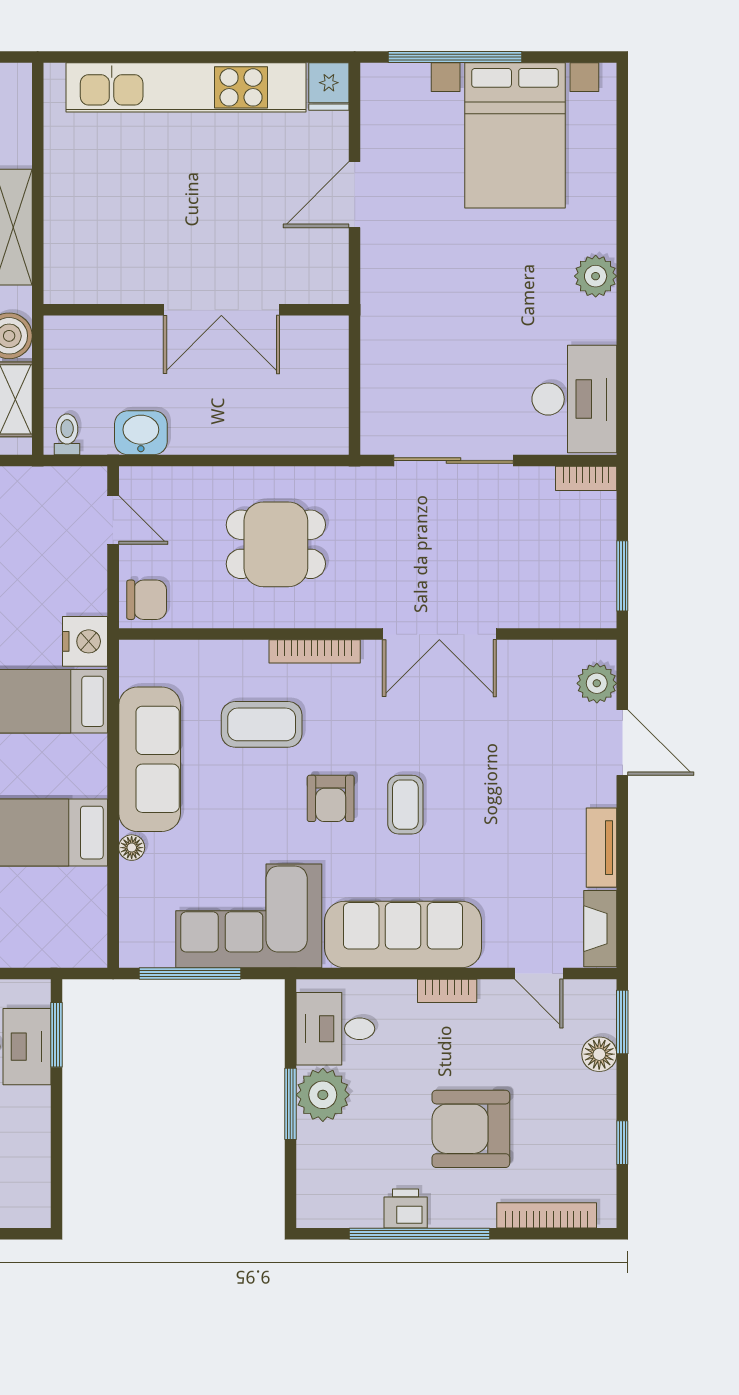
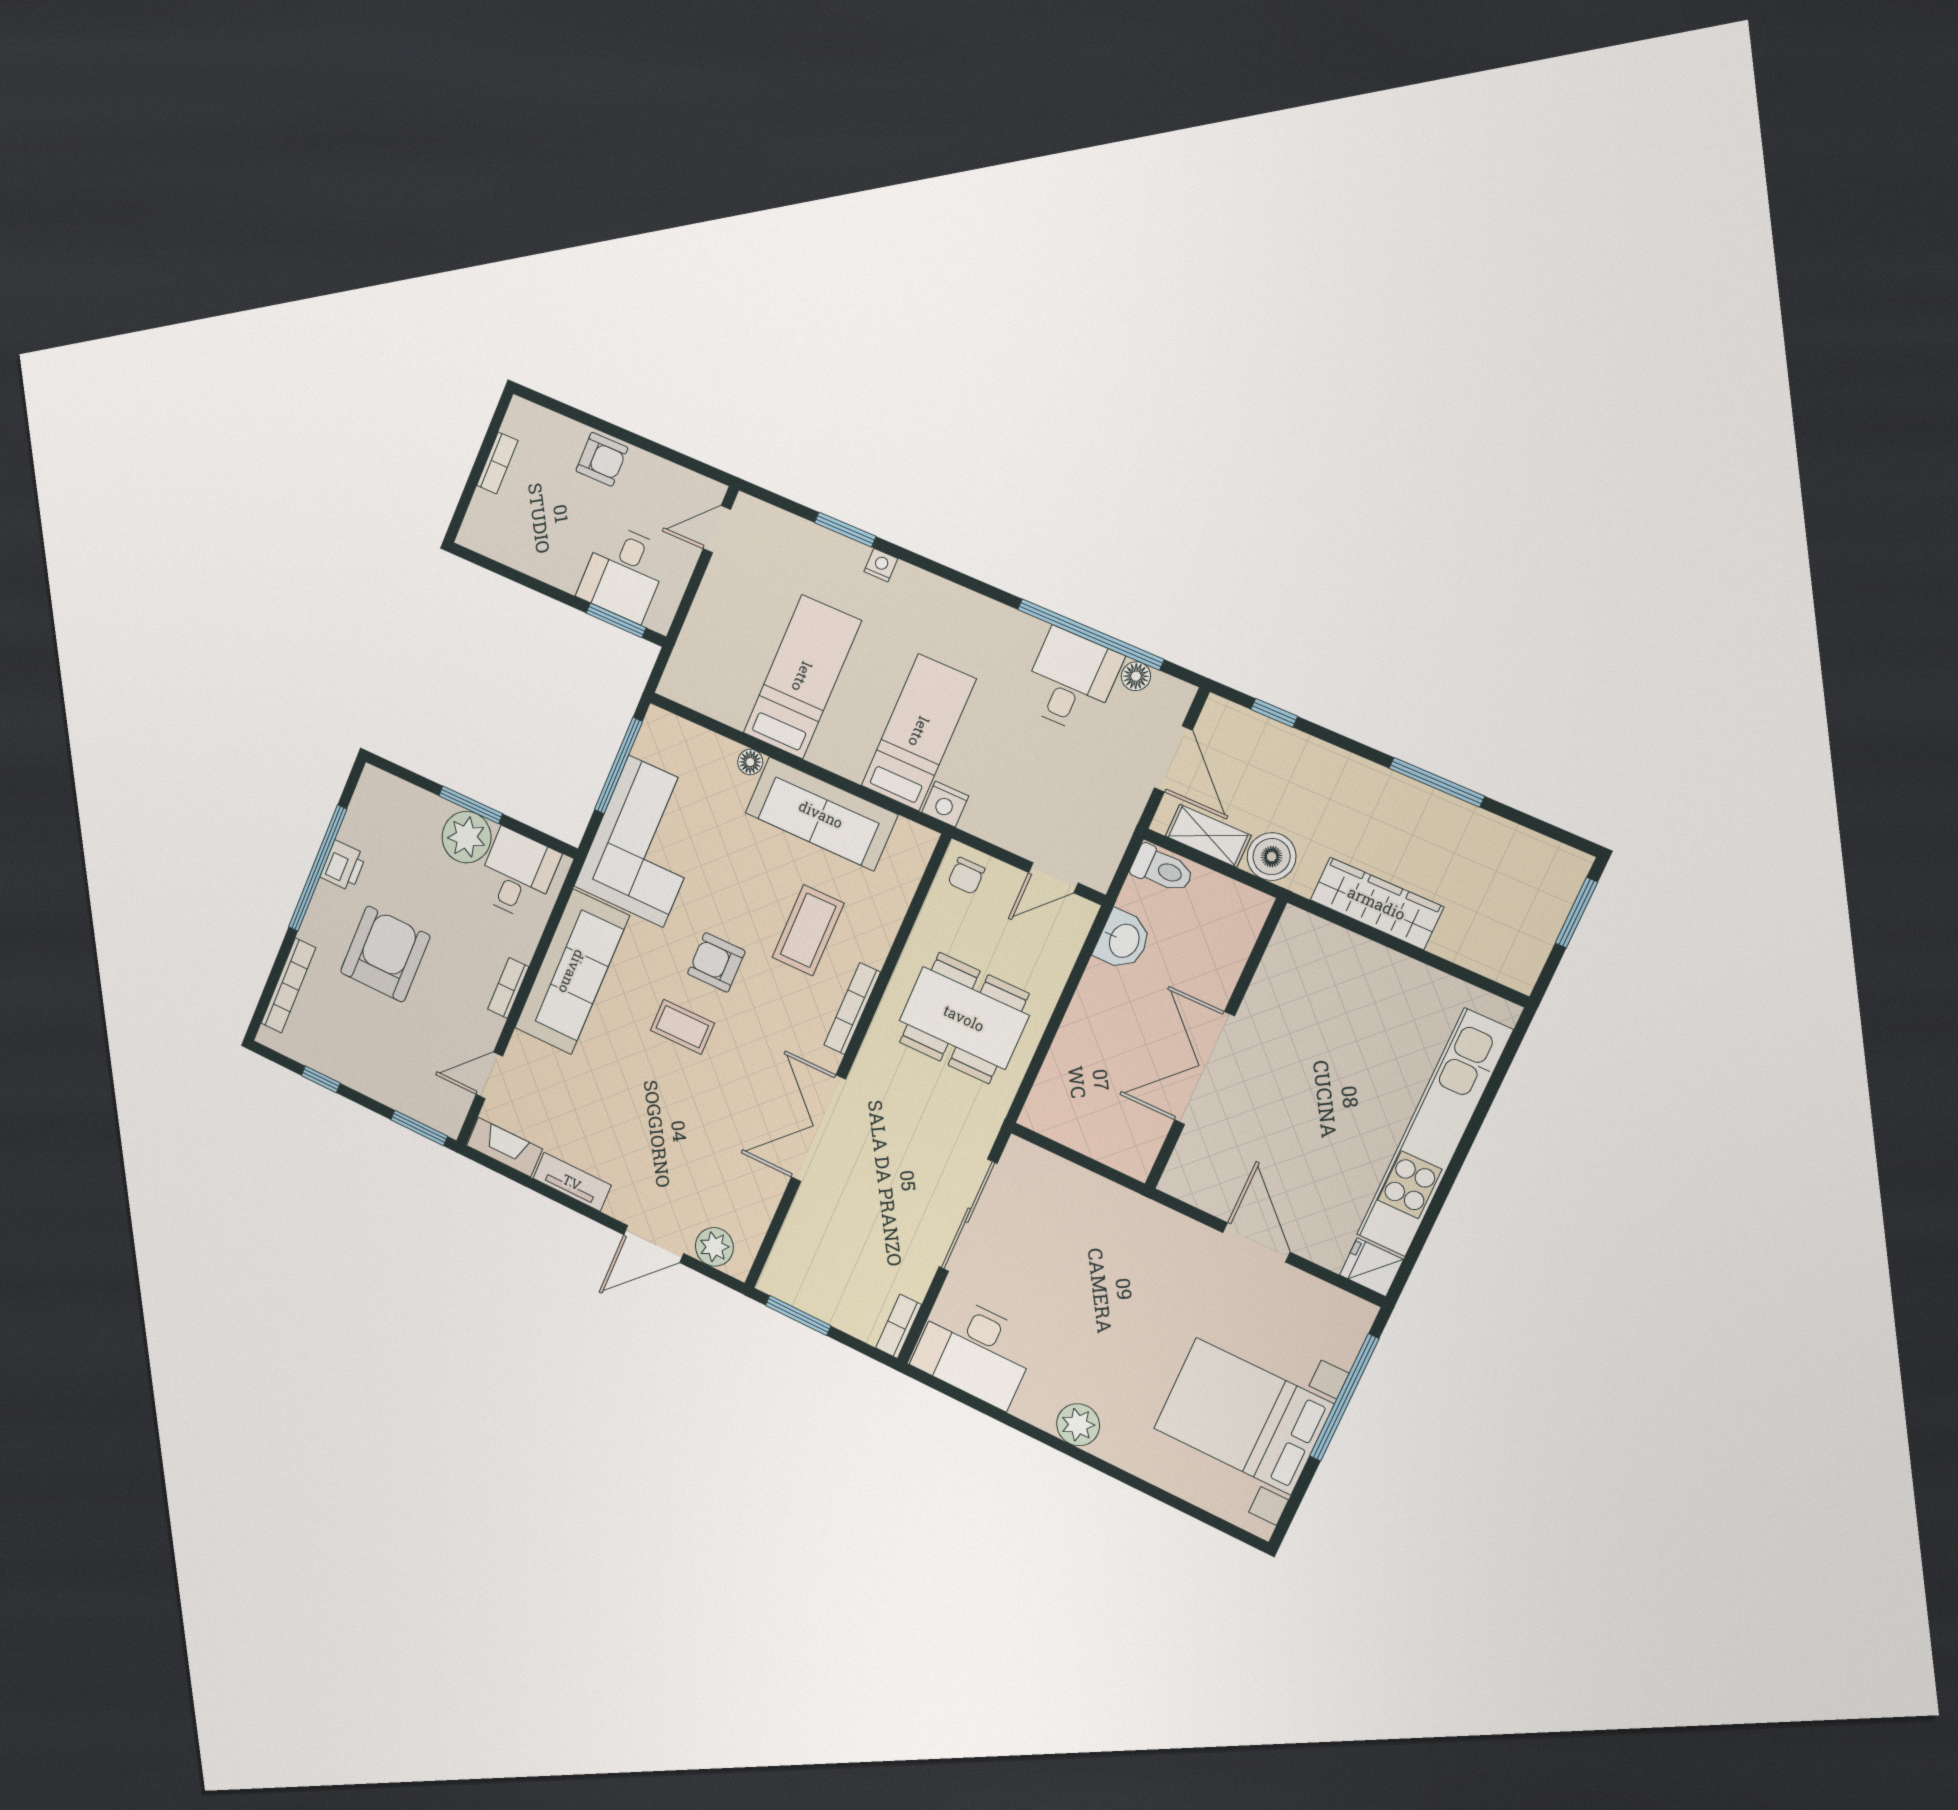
toilet: (67, 434) -> (1162, 869), width x1.37, depth x1.39
dining table: (276, 544) -> (964, 1018), width x1.38
chair: (147, 600) -> (966, 876), width x0.73, depth x0.73
nightstand: (85, 641) -> (945, 804), width x0.74, depth x0.75
floor lamp: (599, 1054) -> (401, 1095), removed

